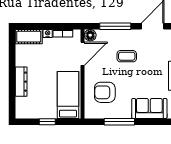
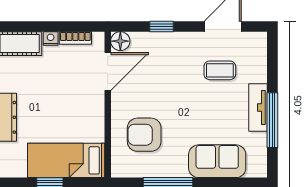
window: (115, 26) -> (161, 26), width x0.46
coffee table: (127, 56) -> (220, 70), moved
bed: (68, 95) -> (66, 160), moved, turned -90

